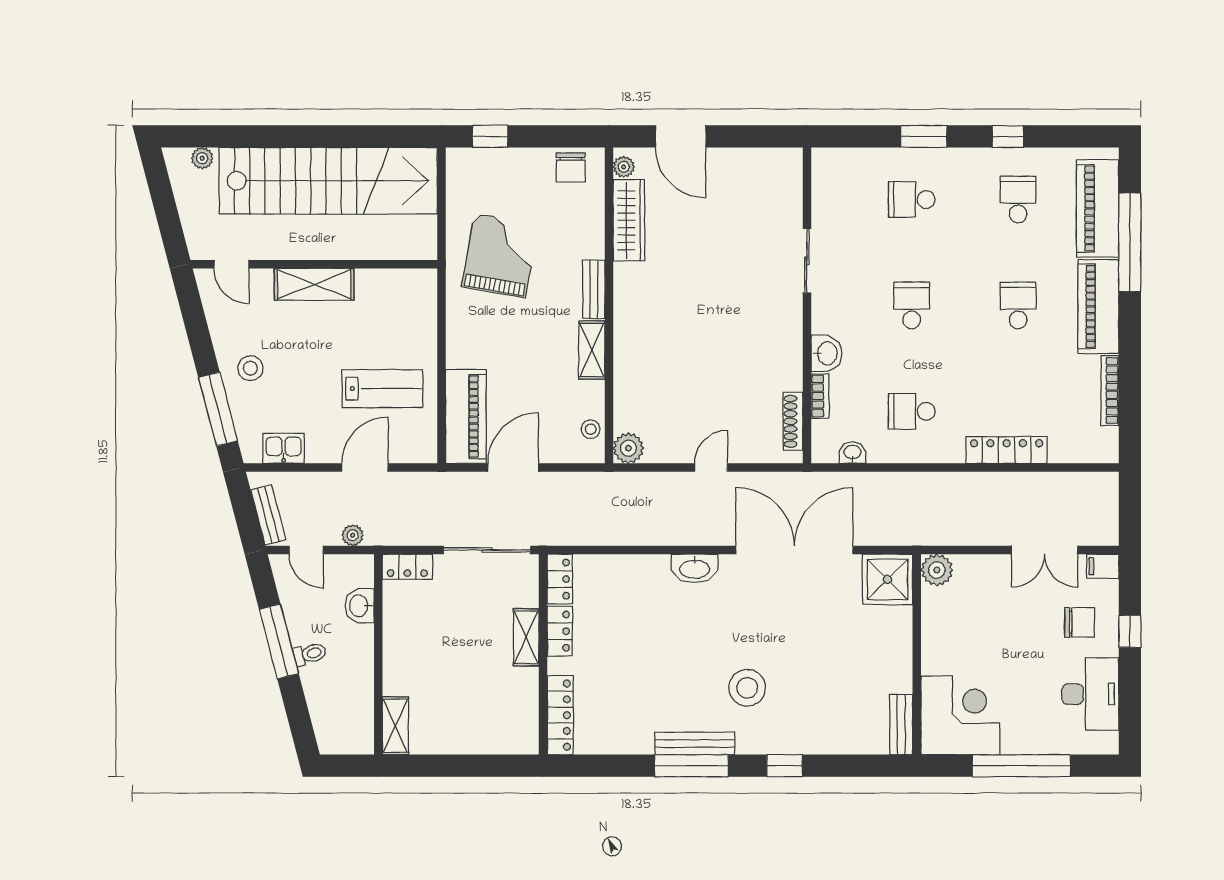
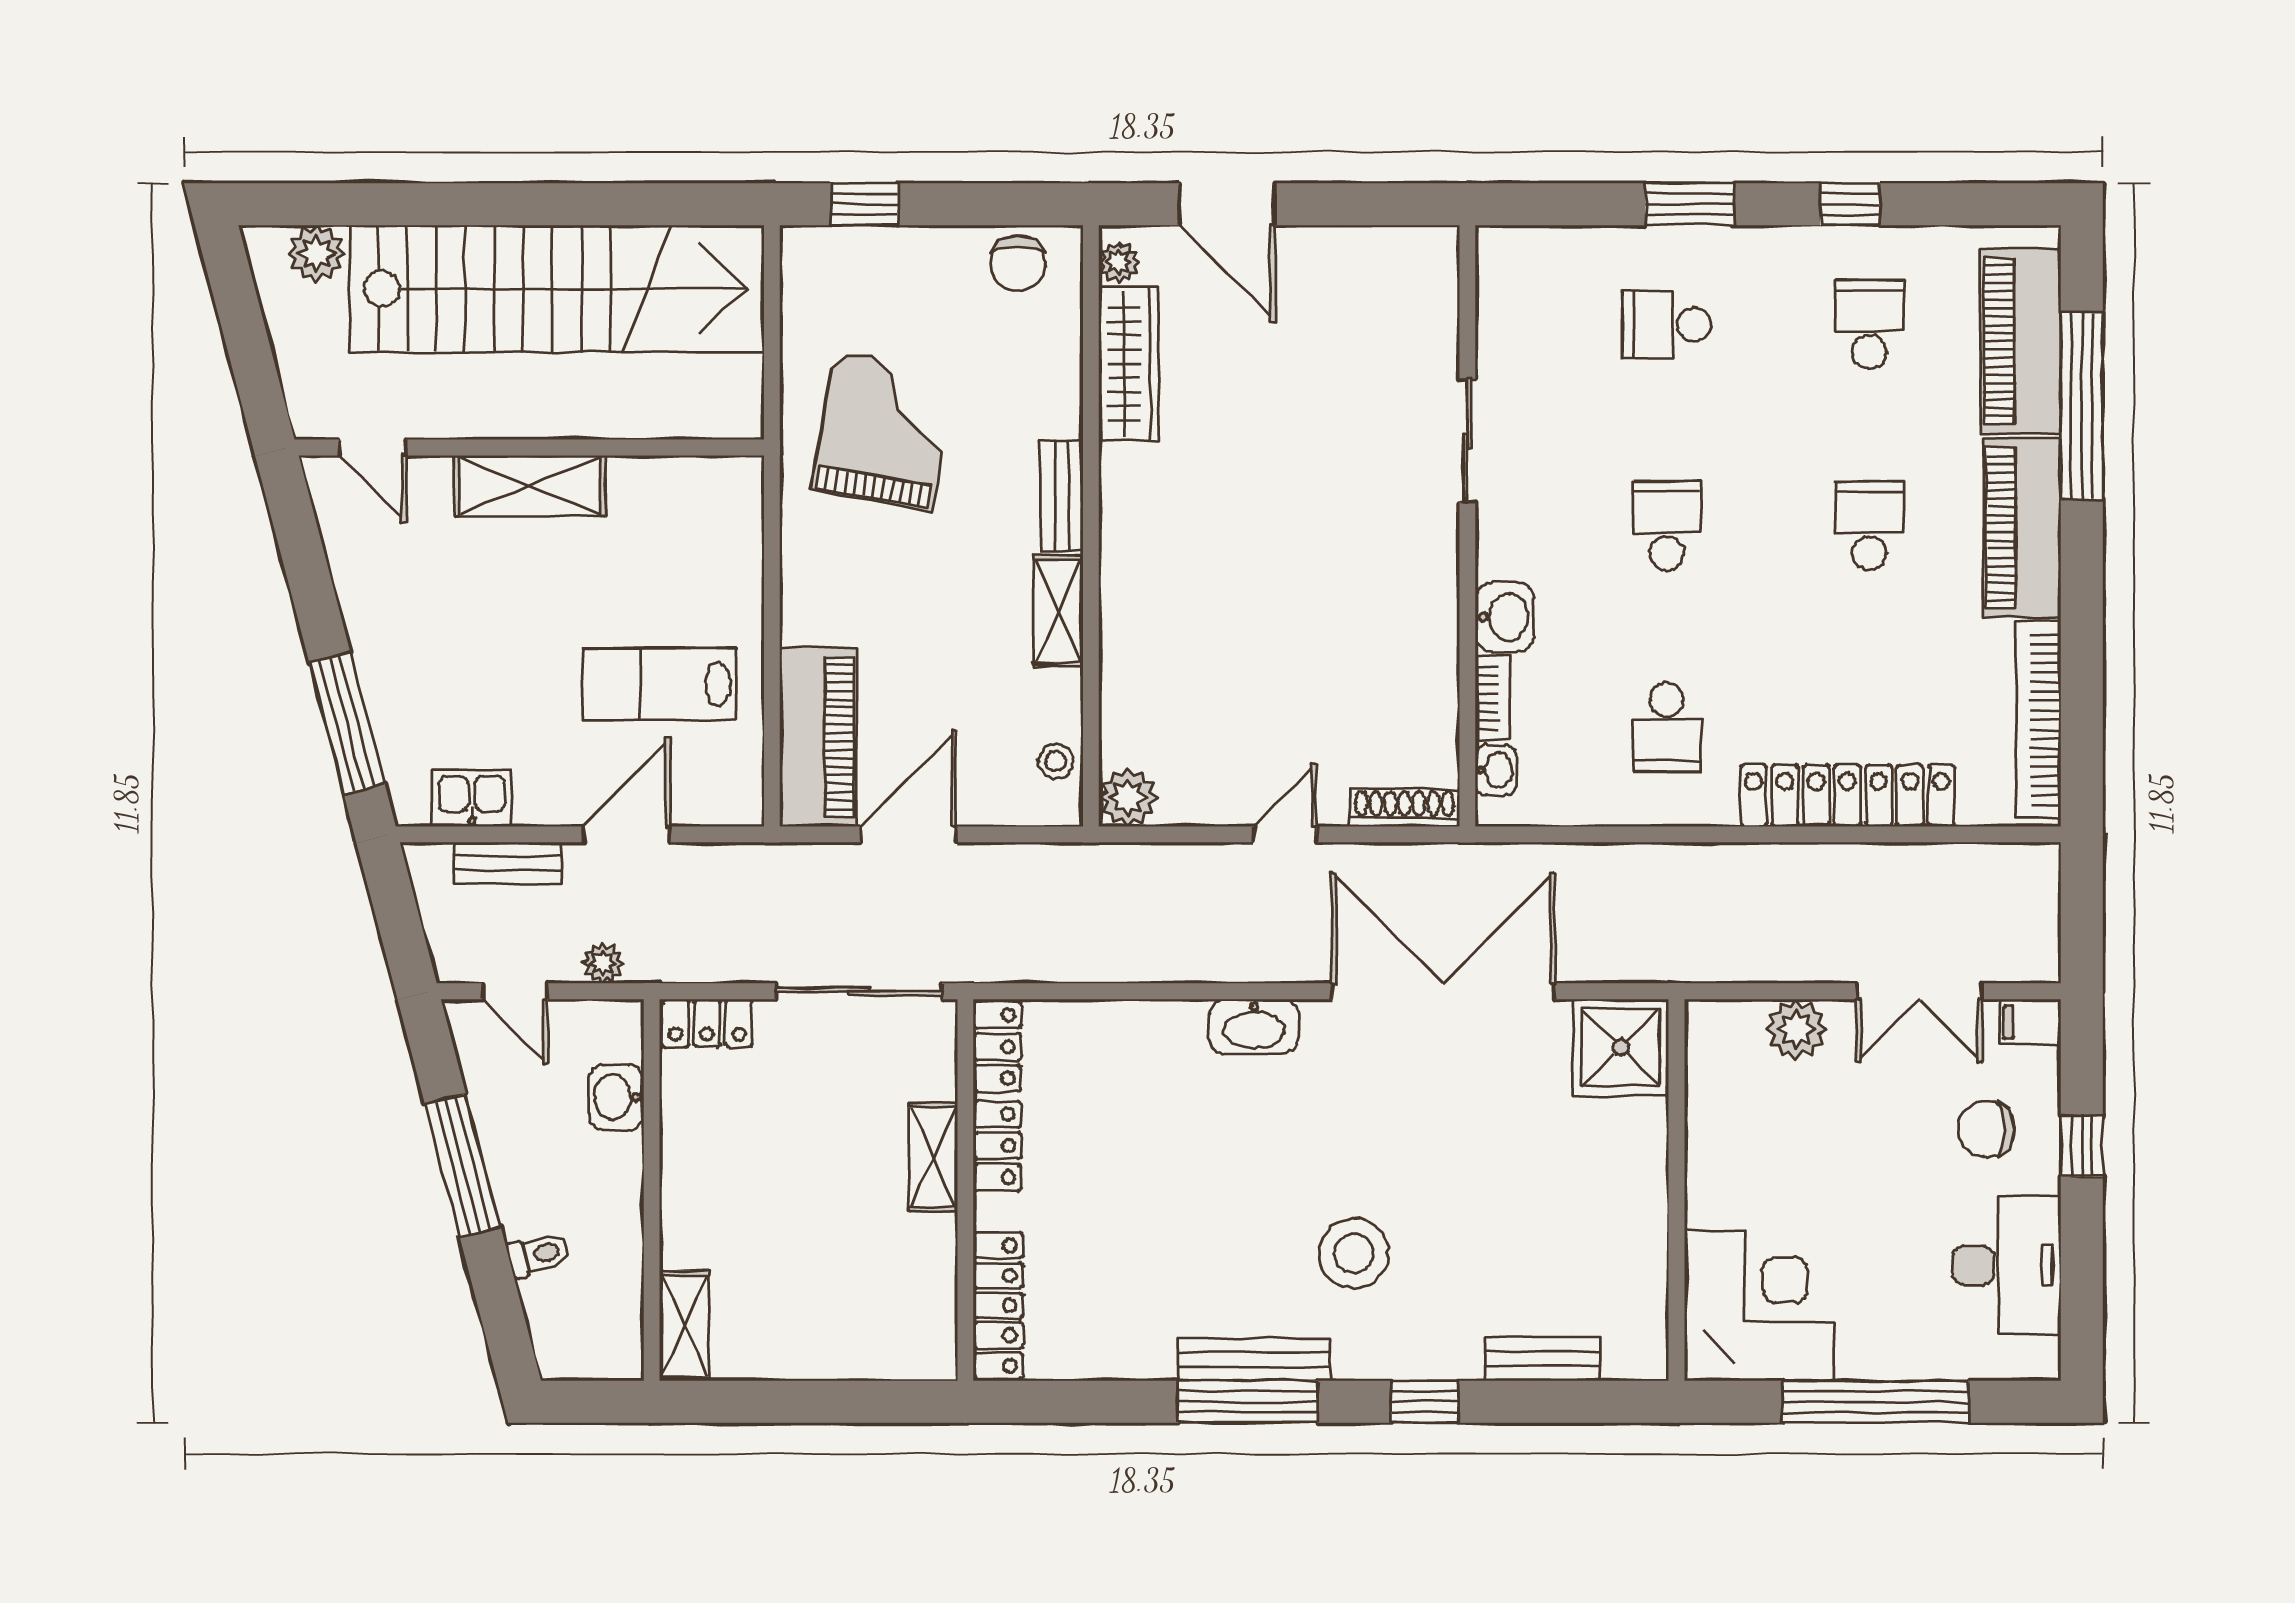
plant: (202, 158) -> (317, 253), width x1.38, depth x1.38
stool: (250, 368) -> (408, 645), removed
lab bench: (382, 389) -> (659, 684), turned 180
bookcase: (1110, 391) -> (2039, 720), width x1.48, depth x1.31
school desk: (912, 411) -> (1667, 727), turned -90
shoe rack: (793, 421) -> (1405, 808), moved, turned 90
locker: (1007, 450) -> (1847, 796), width x1.41, depth x1.21
washbasin: (852, 453) -> (1496, 770), moved, turned 90
bench: (268, 515) -> (508, 863), moved, turned -75
plant: (937, 570) -> (1796, 1029), moved
chair: (1080, 623) -> (1986, 1129), turned 180
toilet: (310, 654) -> (539, 1254), moved
bench: (901, 724) -> (1542, 1359), moved, turned 90

